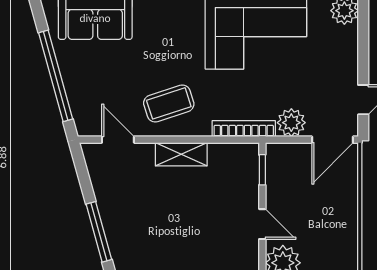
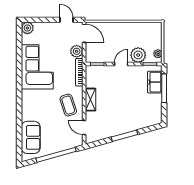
door: (118, 140) -> (84, 127), hinge flipped

